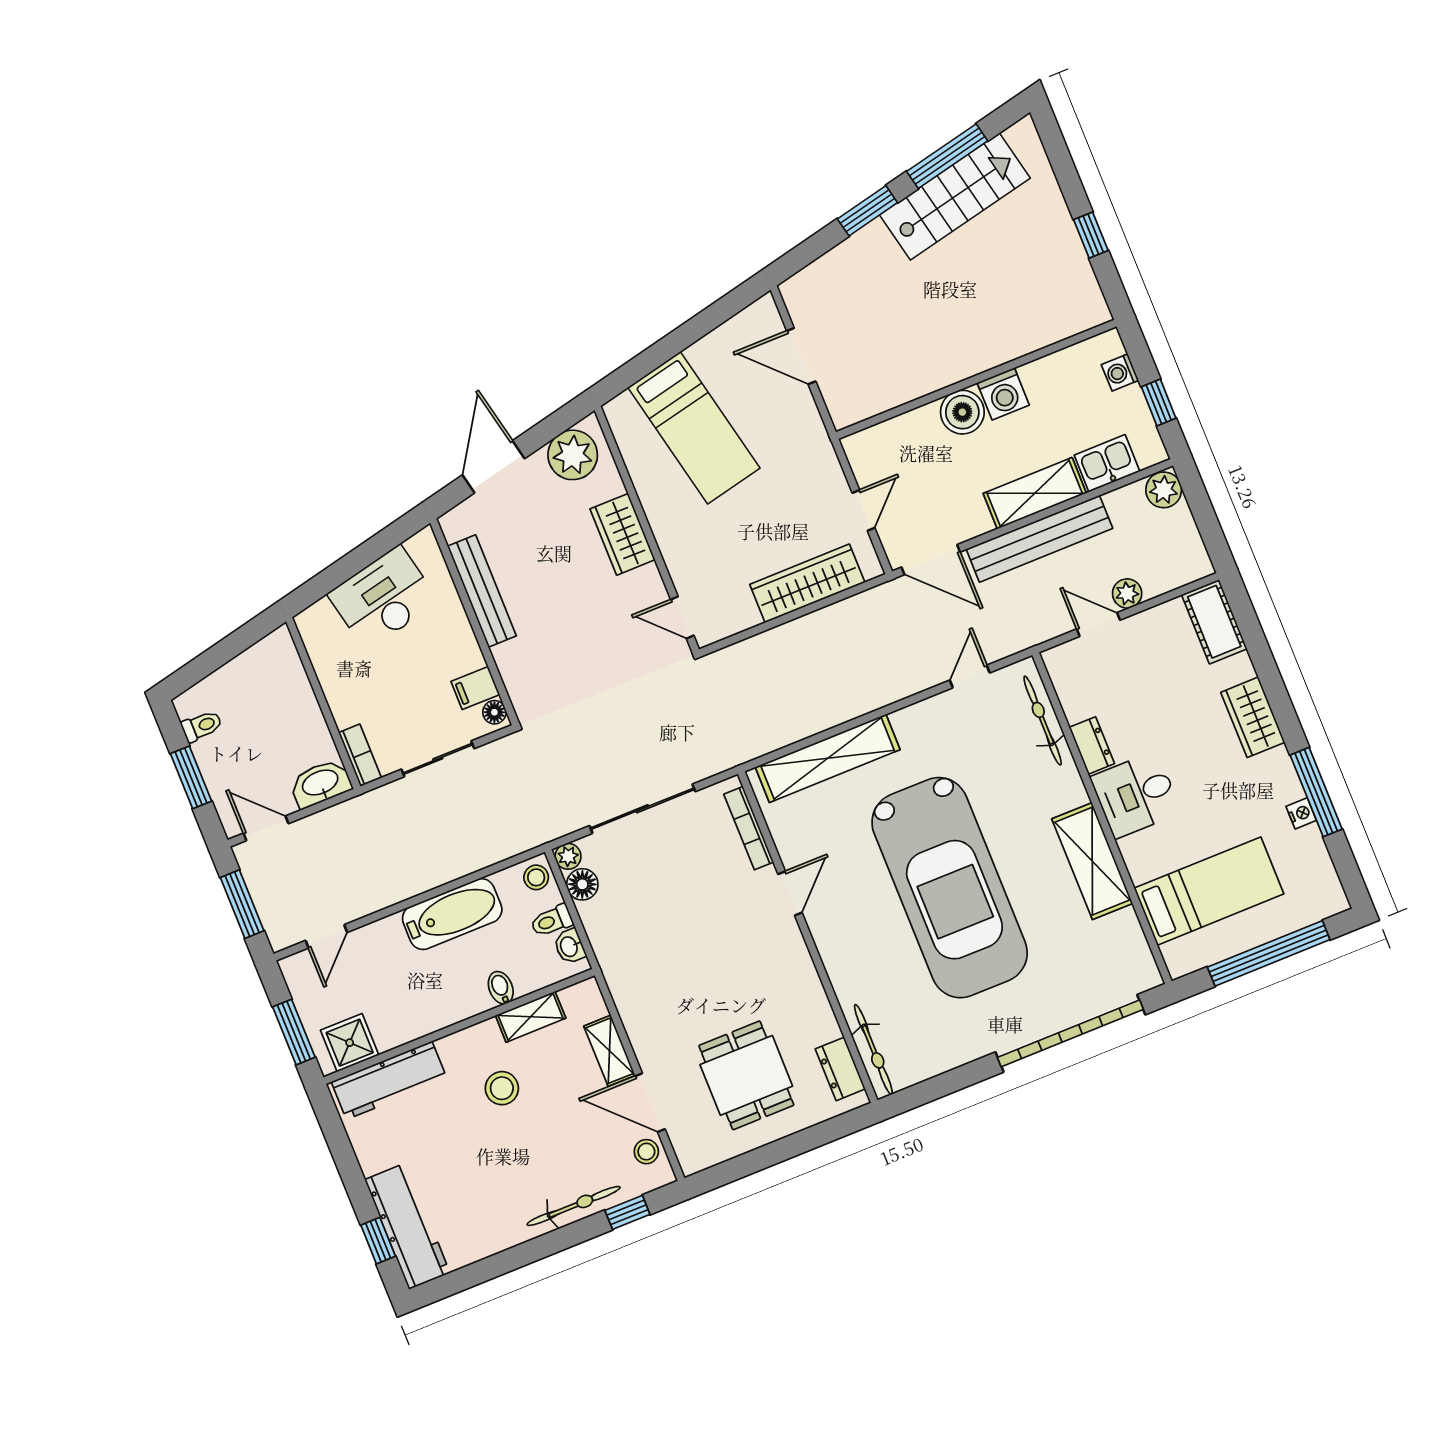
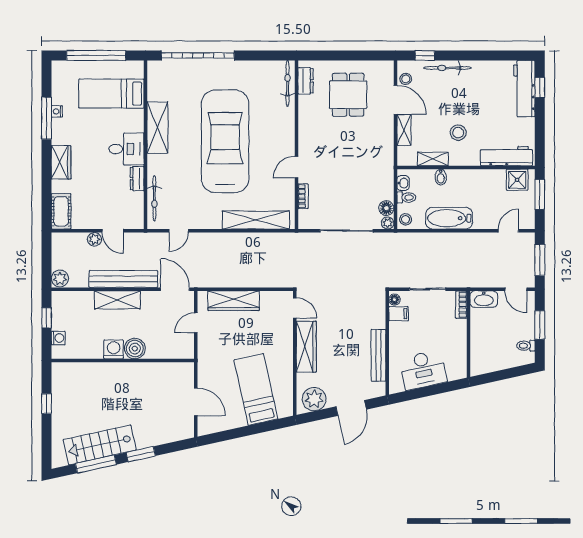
kitchen sink: (1107, 463) -> (80, 300), removed
wardrobe: (623, 534) -> (306, 347), width x1.50
bookcase: (749, 828) -> (303, 196), width x0.64

